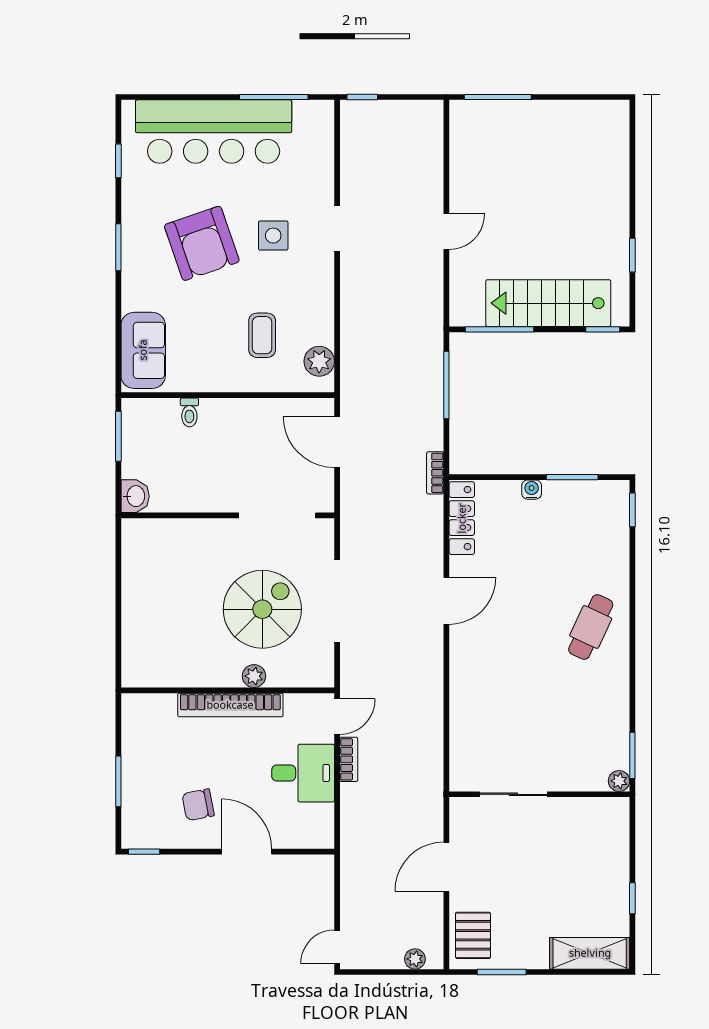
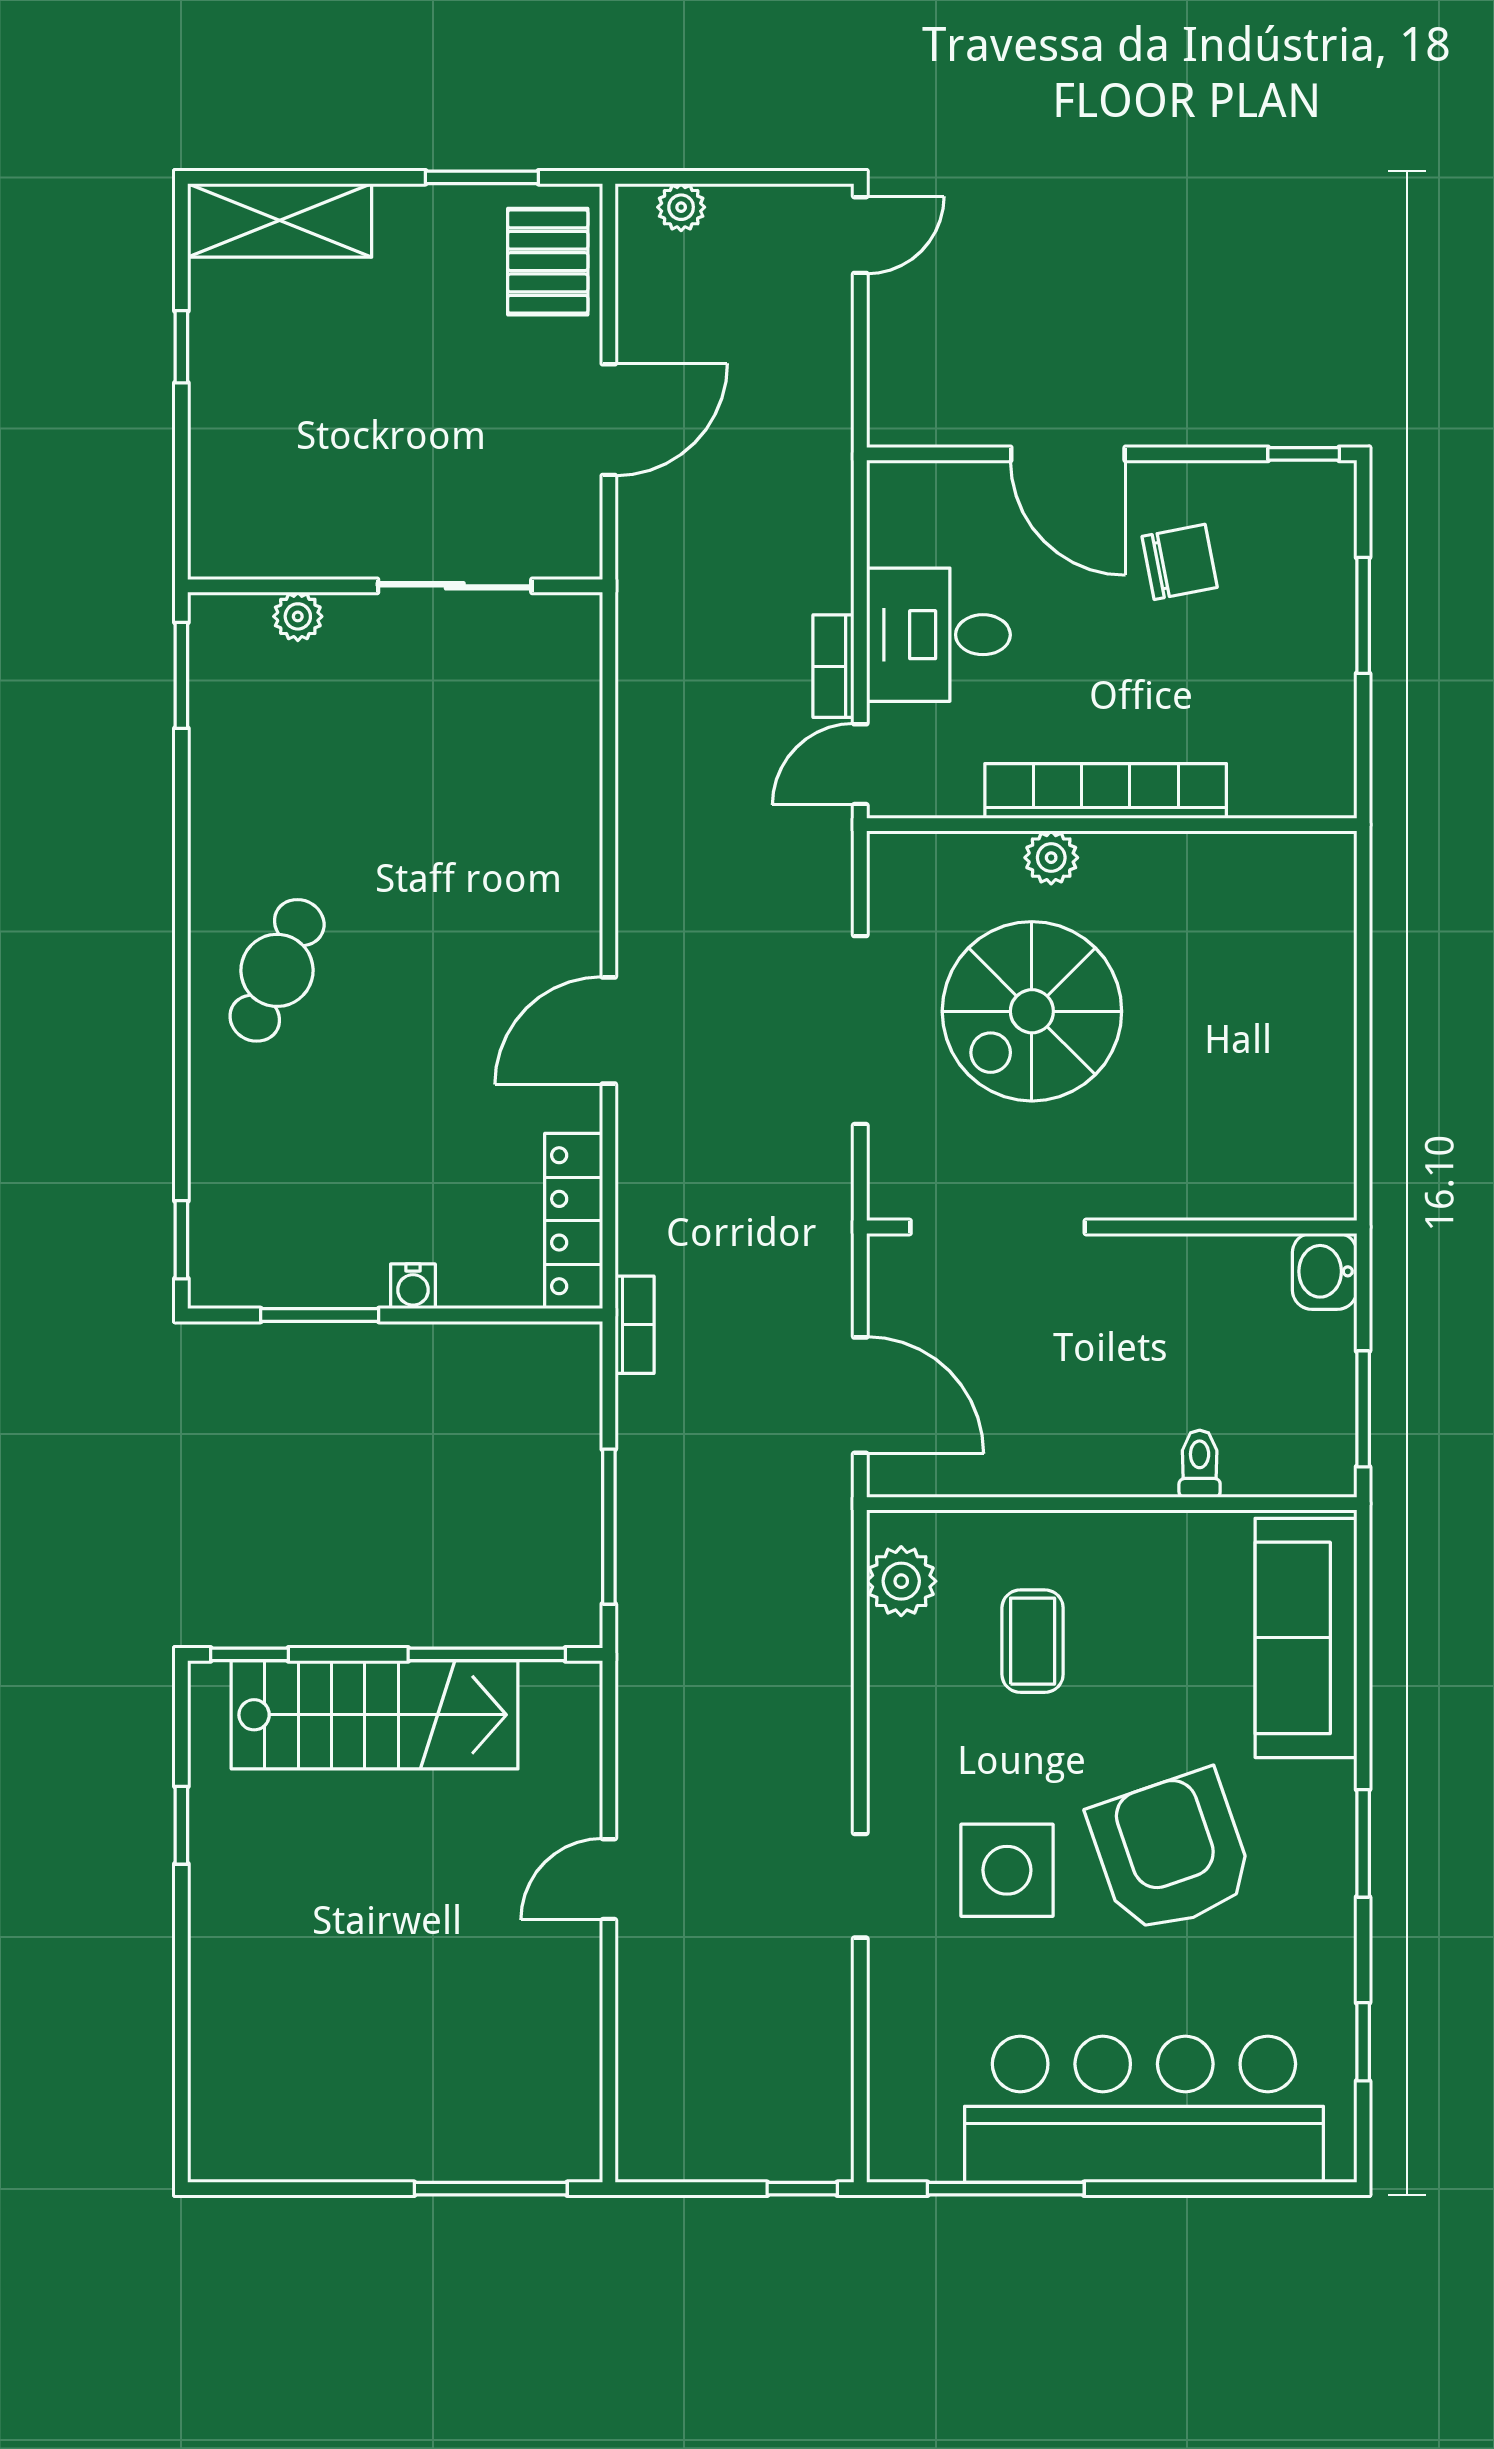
side table: (273, 236) -> (1007, 1870), width x1.37, depth x1.37
sofa: (143, 350) -> (1306, 1638), width x1.36
plant: (619, 781) -> (298, 616), moved

